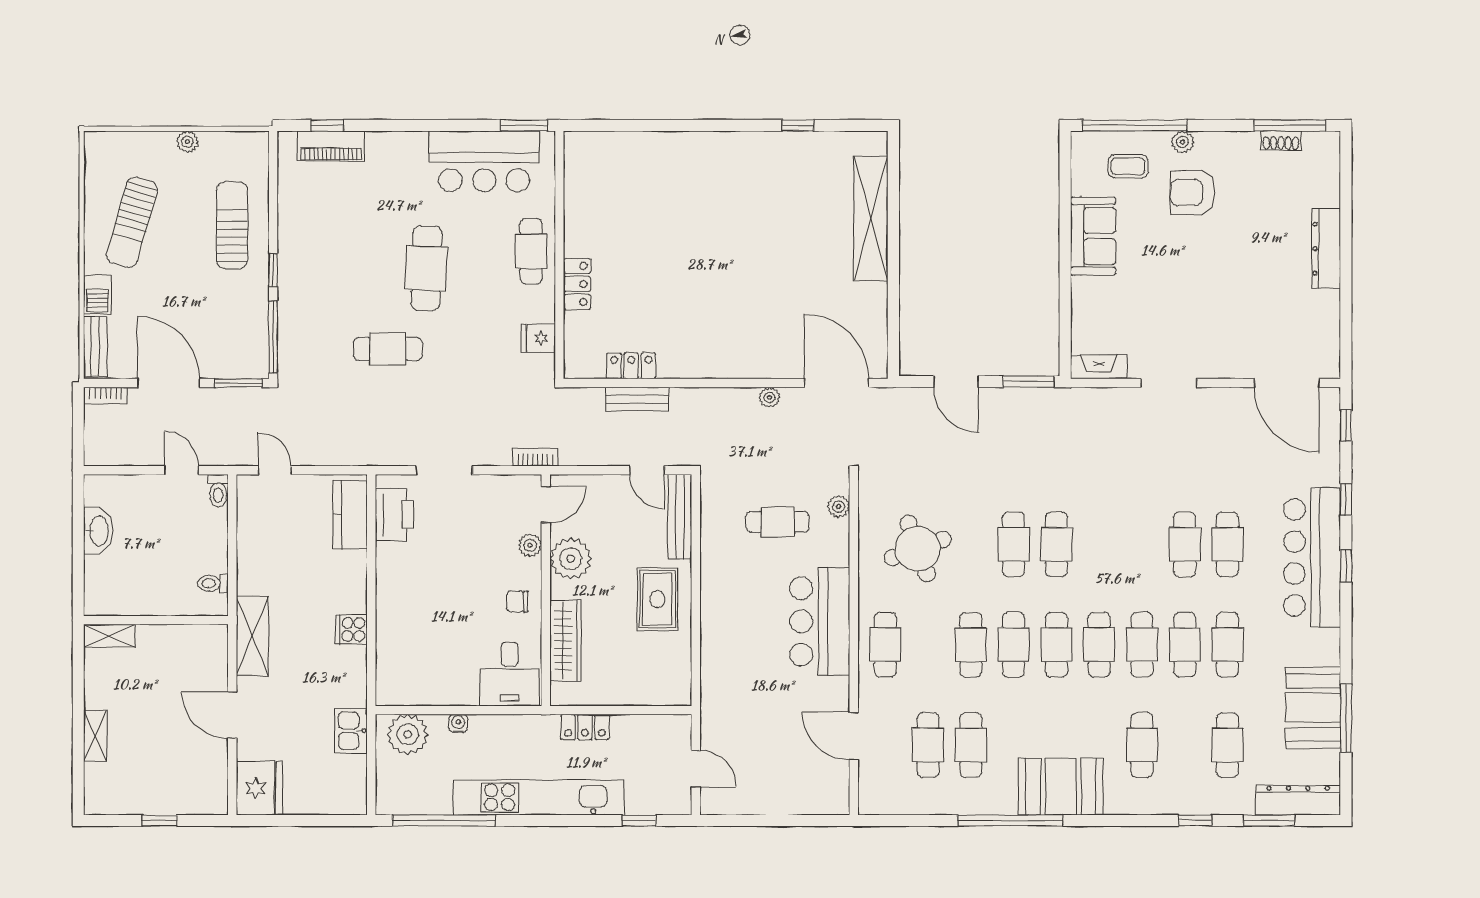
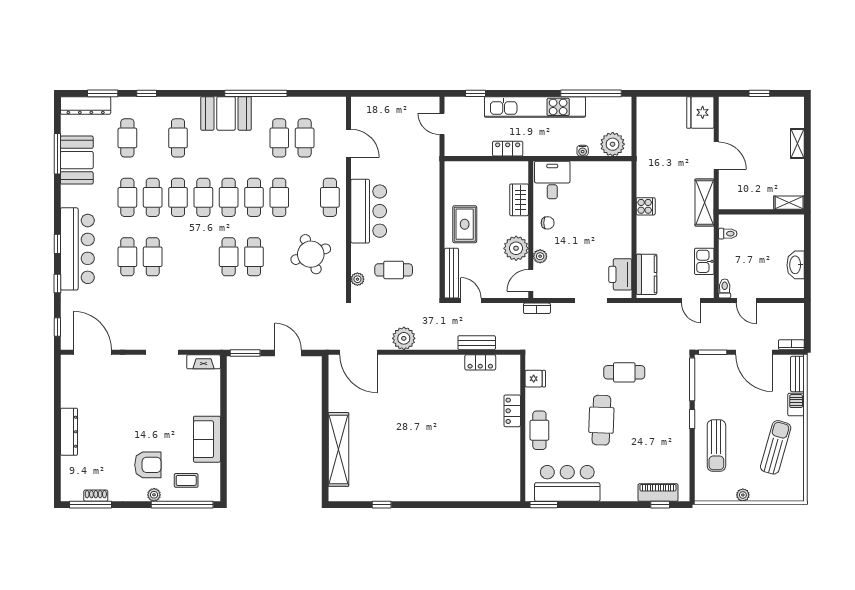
plant: (769, 397) -> (404, 338), width x1.88, depth x1.88
wardrobe: (566, 641) -> (519, 200), width x0.67
kitchen sink: (351, 731) -> (704, 261), moved, turned 180

